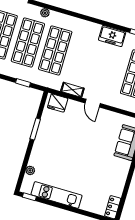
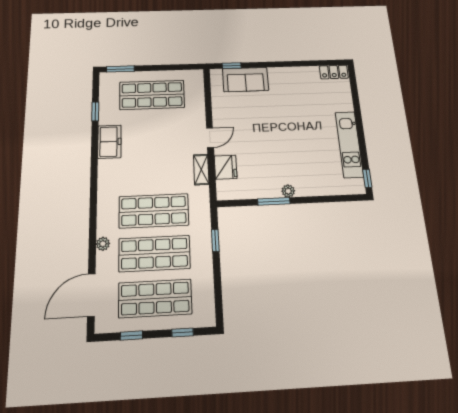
fridge: (58, 103) -> (226, 167), moved
plant: (30, 170) -> (288, 191), moved

